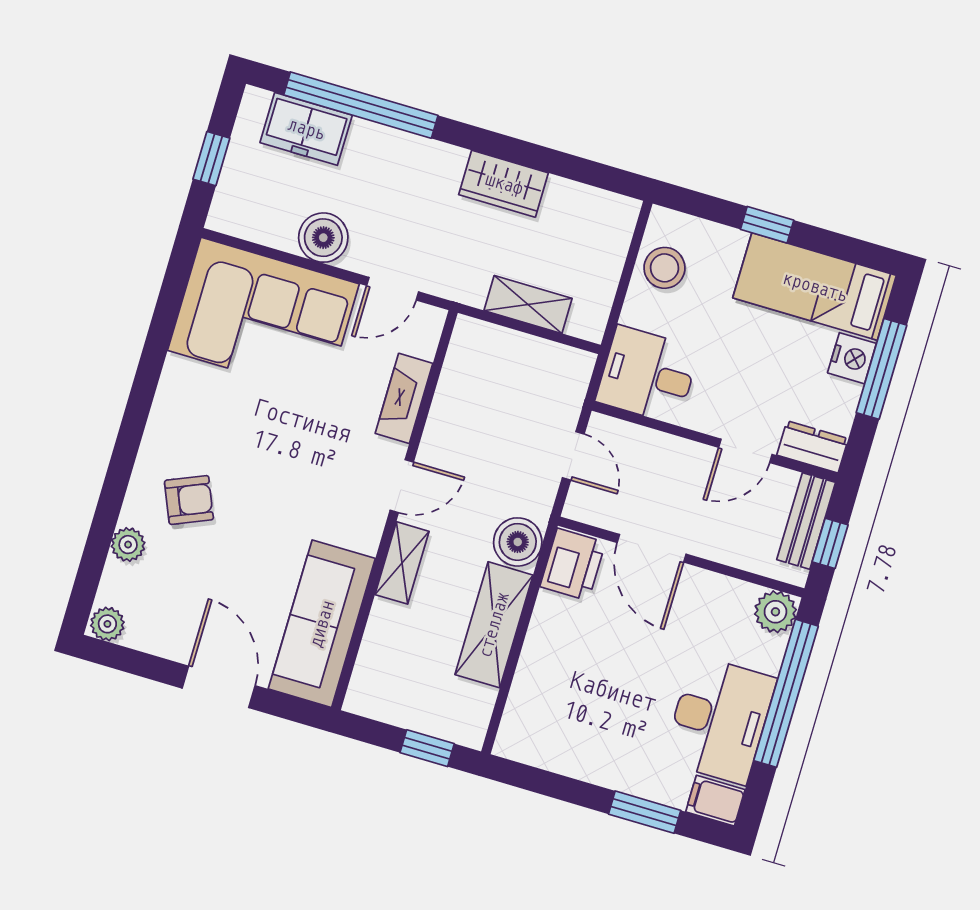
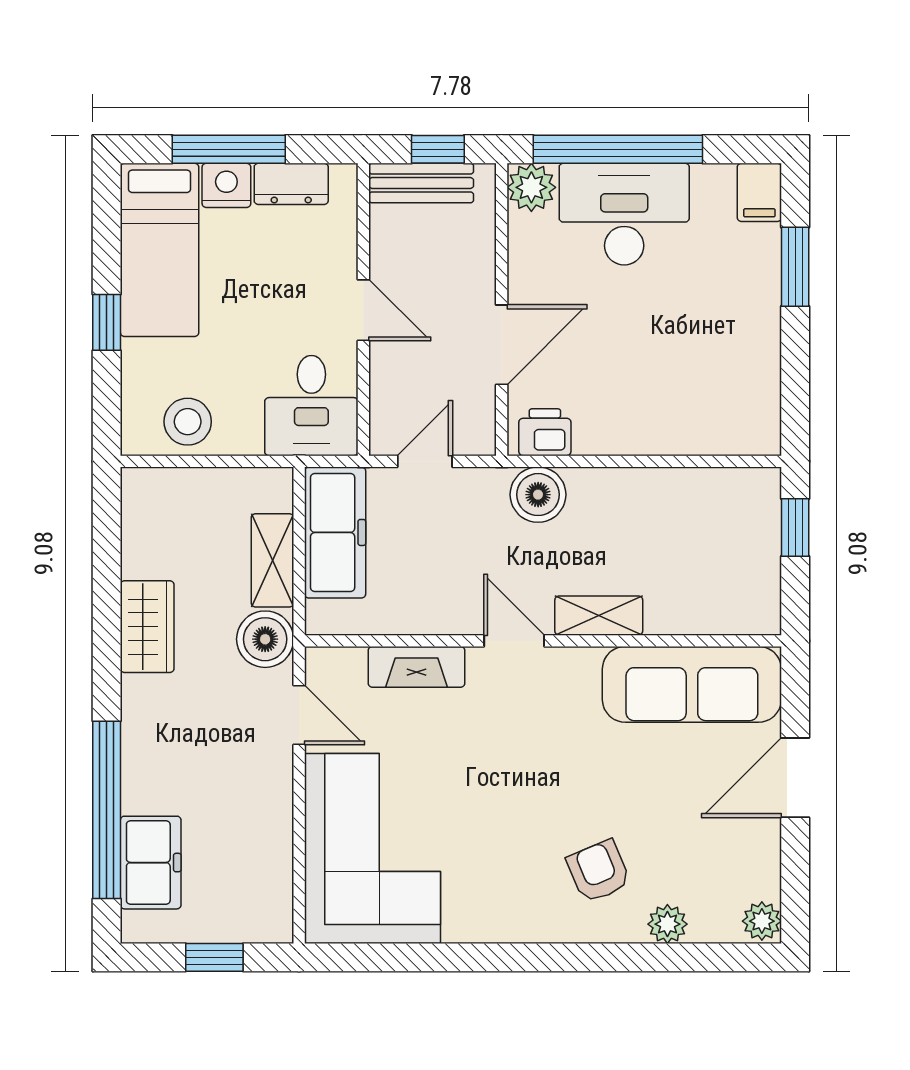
boiler: (323, 238) -> (265, 639), moved
freezer: (536, 363) -> (335, 532), added
dresser: (813, 447) -> (291, 184), moved, turned -90
door: (745, 451) -> (363, 310), moved
printer: (573, 564) -> (545, 432), width x0.73, depth x0.81
shelving: (494, 625) -> (637, 494), removed
desk: (719, 720) -> (624, 214), moved

